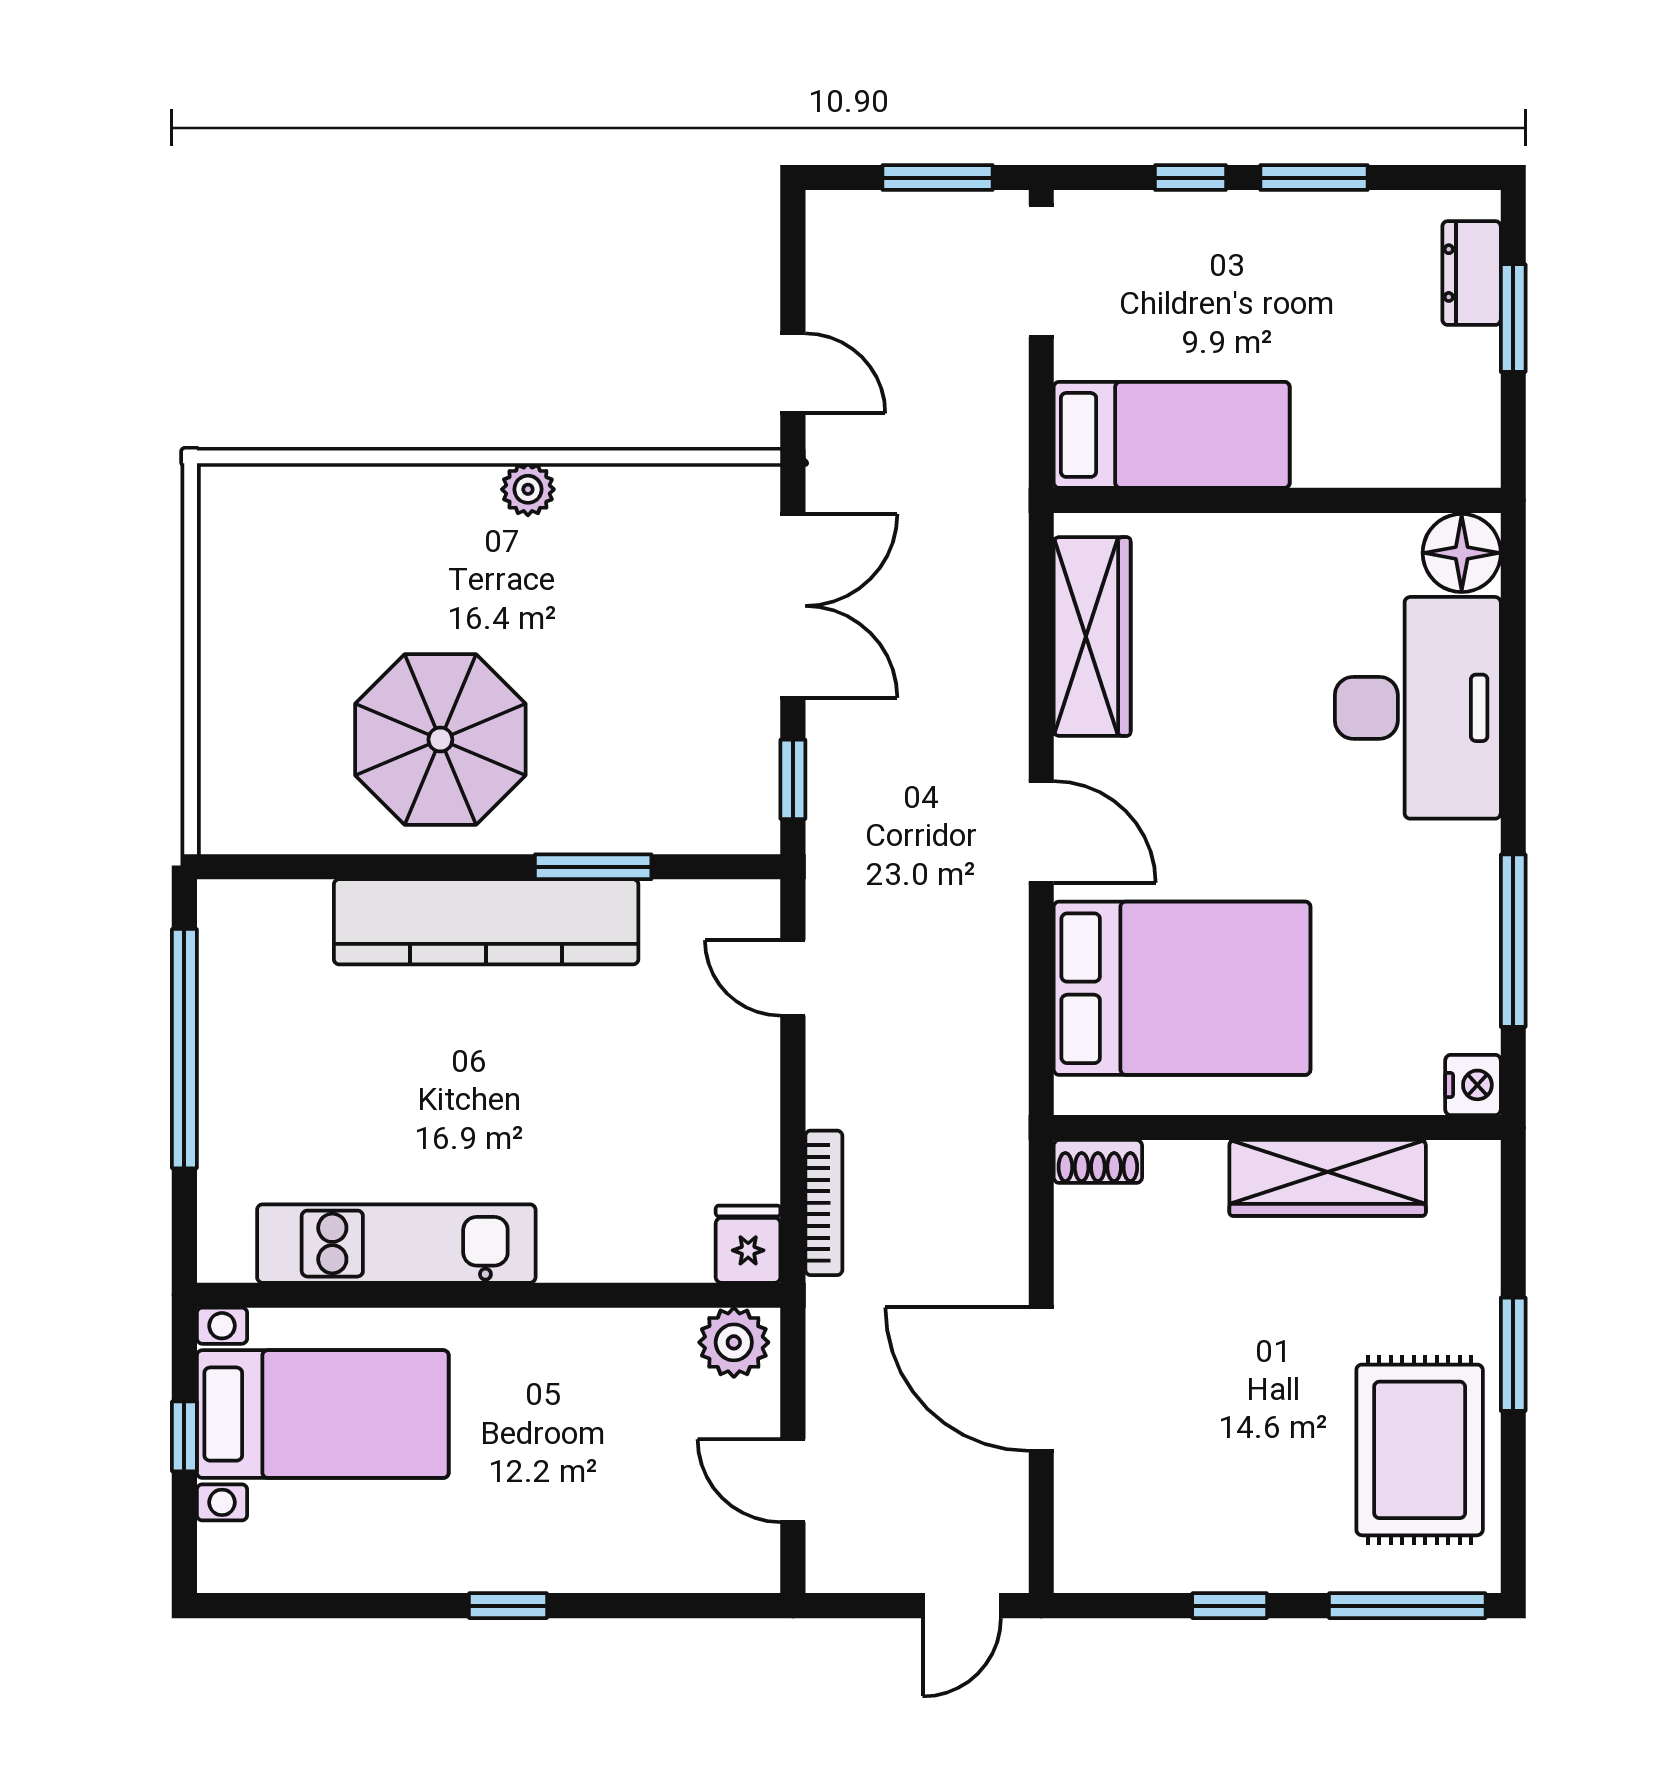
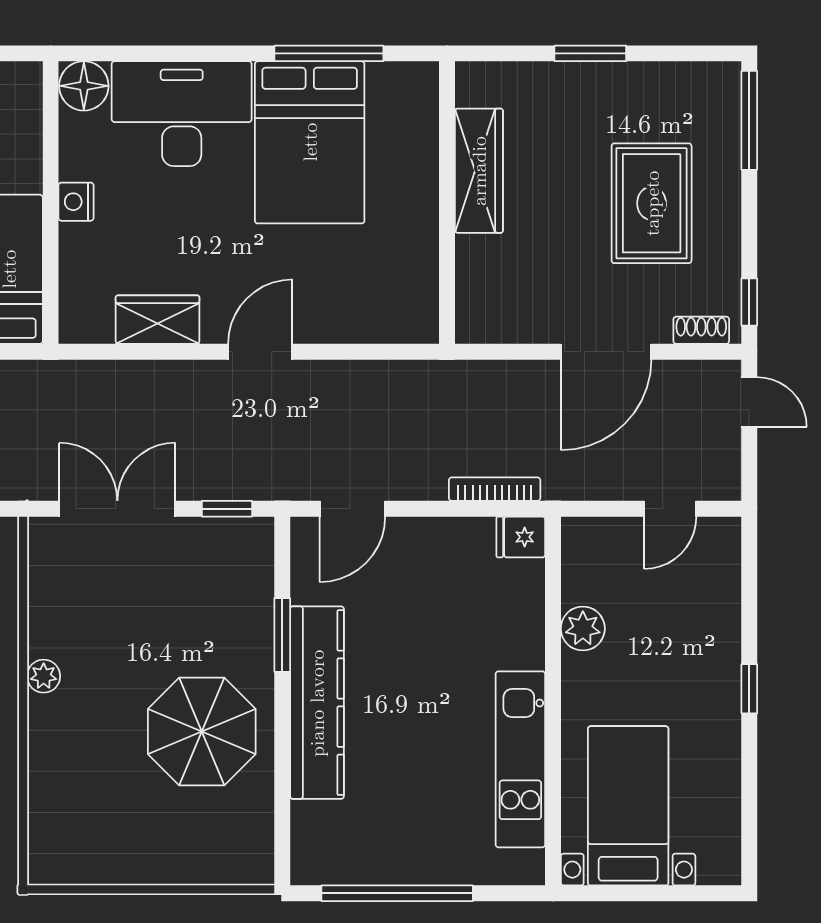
wardrobe: (1092, 636) -> (158, 320), width x0.67
door: (793, 978) -> (352, 509), width x1.38
bed: (1182, 988) -> (310, 142), moved, turned 180
nightstand: (1473, 1085) -> (76, 202), moved, turned -90
shoe rack: (1098, 1161) -> (701, 330), moved, turned -90
plant: (734, 1342) -> (583, 629), moved
window: (184, 1436) -> (642, 893), removed
rug: (1420, 1450) -> (652, 203), moved, turned 90
window: (1230, 1606) -> (749, 302), moved

